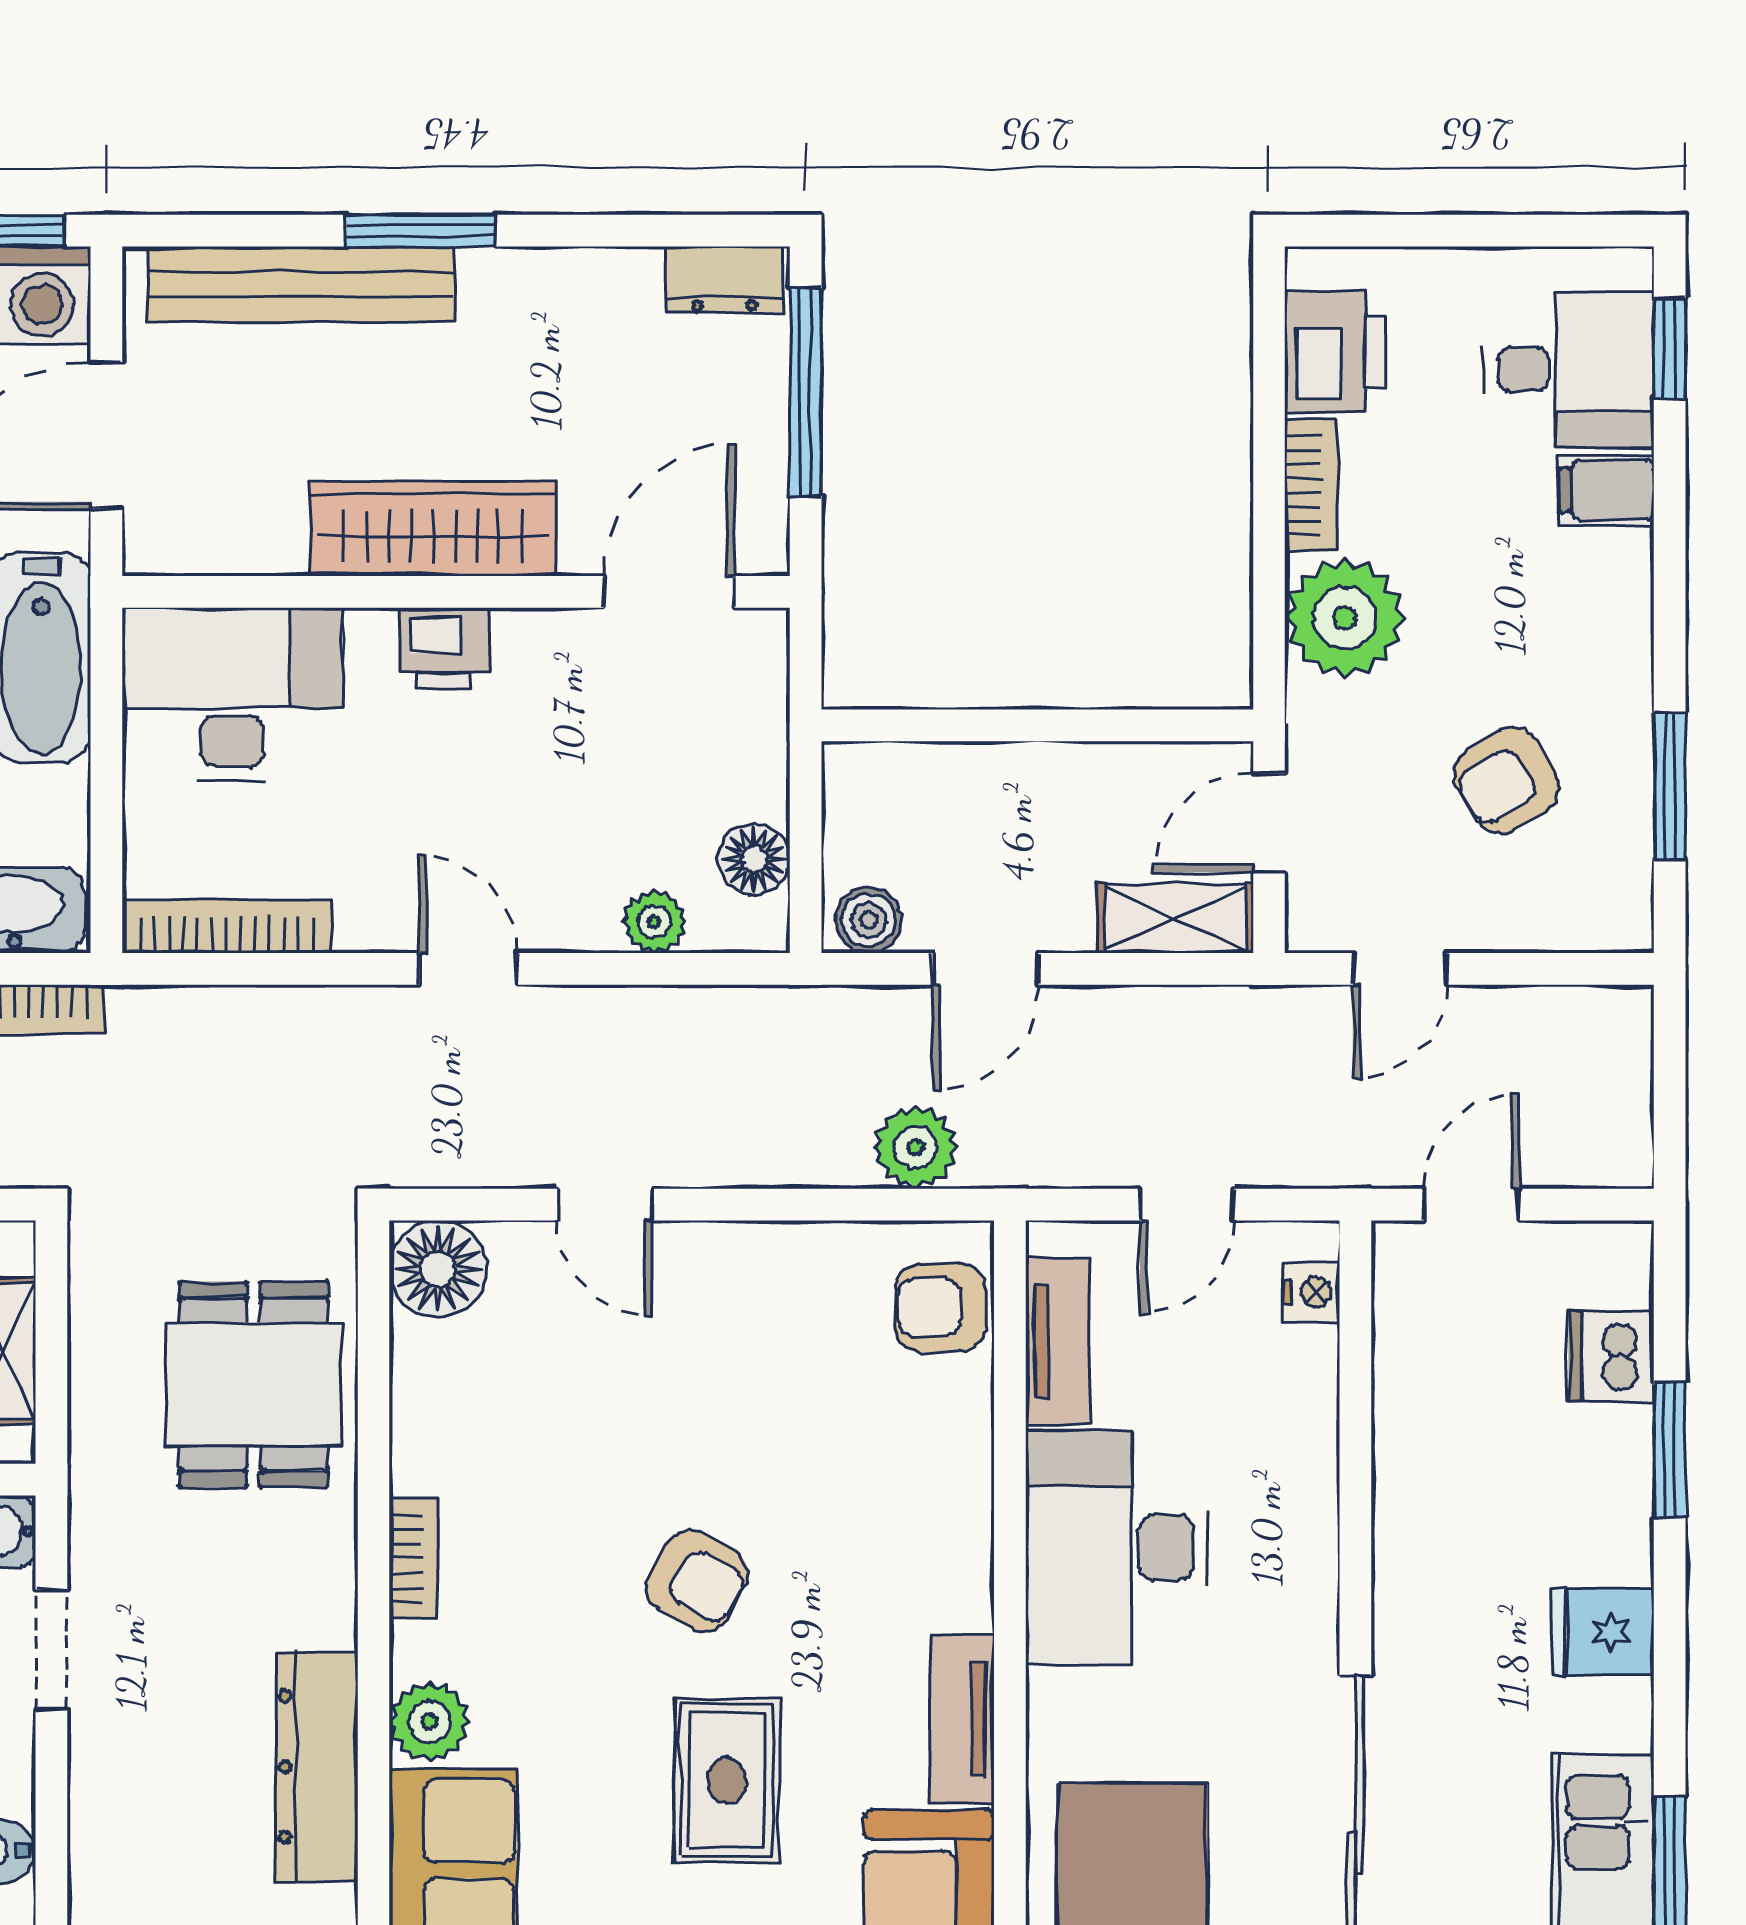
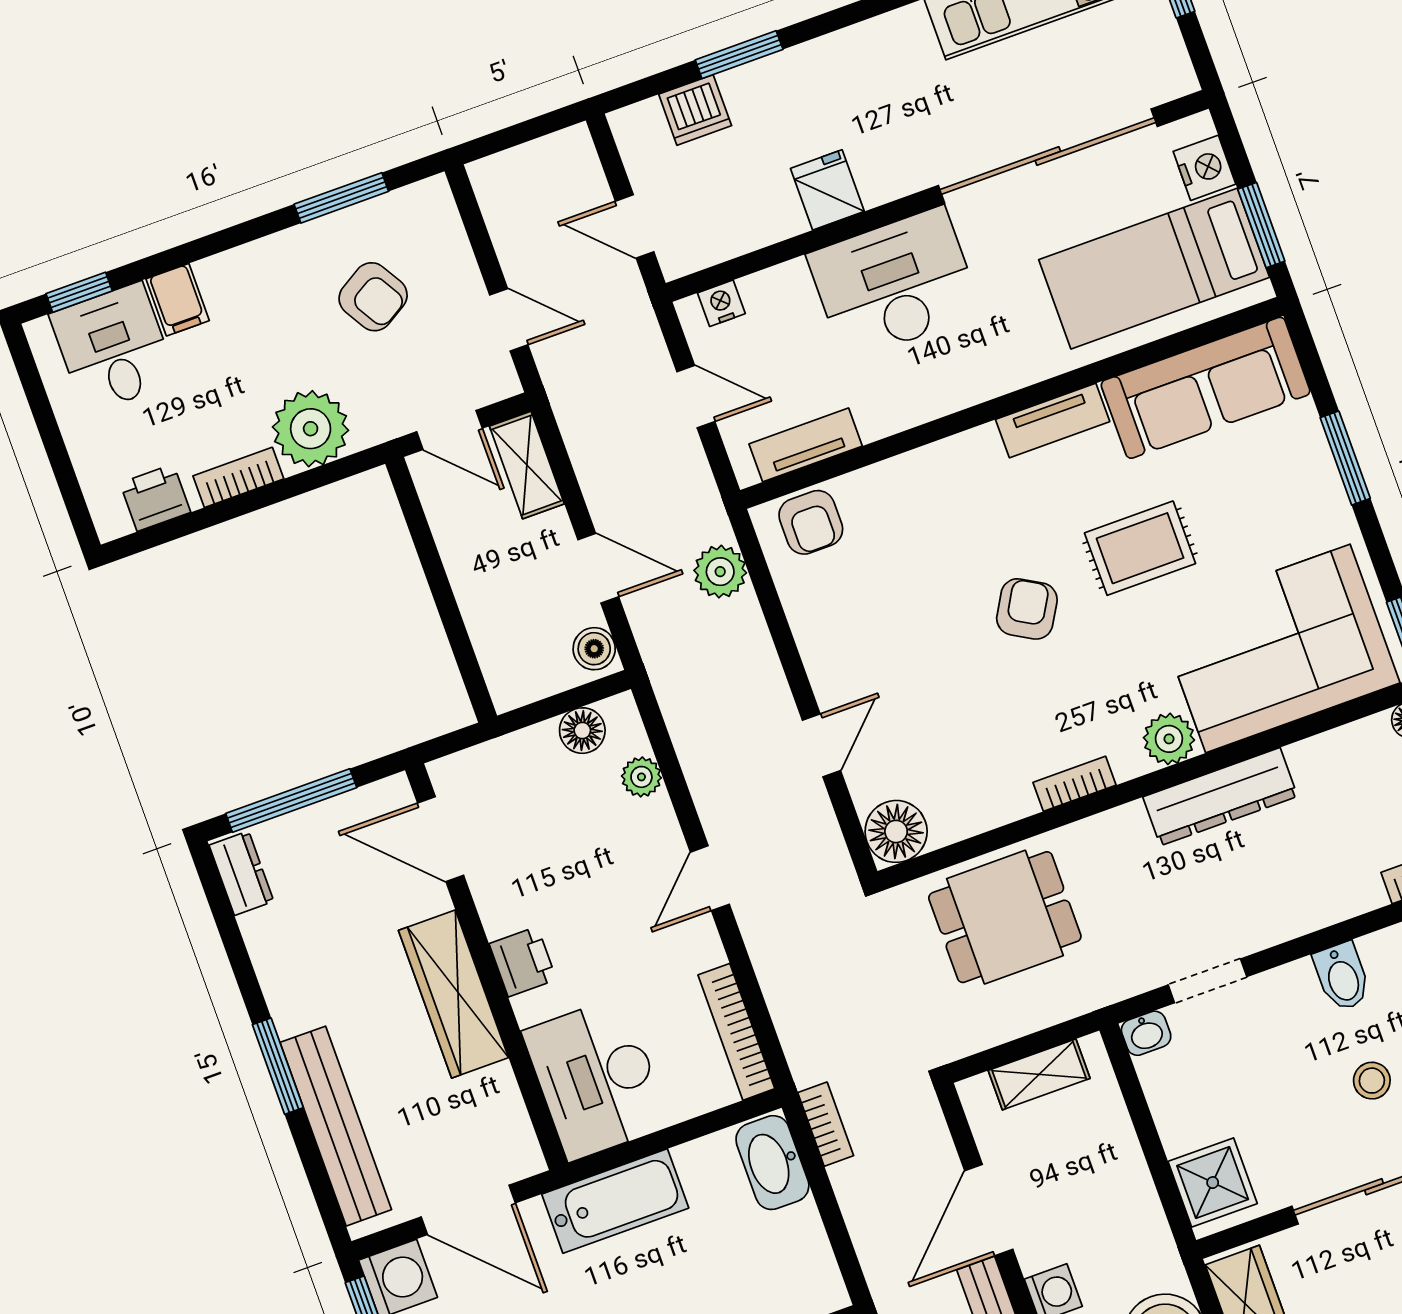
printer: (1335, 352) -> (155, 498), width x0.73, depth x0.81
desk: (1117, 1547) -> (894, 284), moved, turned 180
fridge: (1602, 1632) -> (827, 190), moved, turned 180

